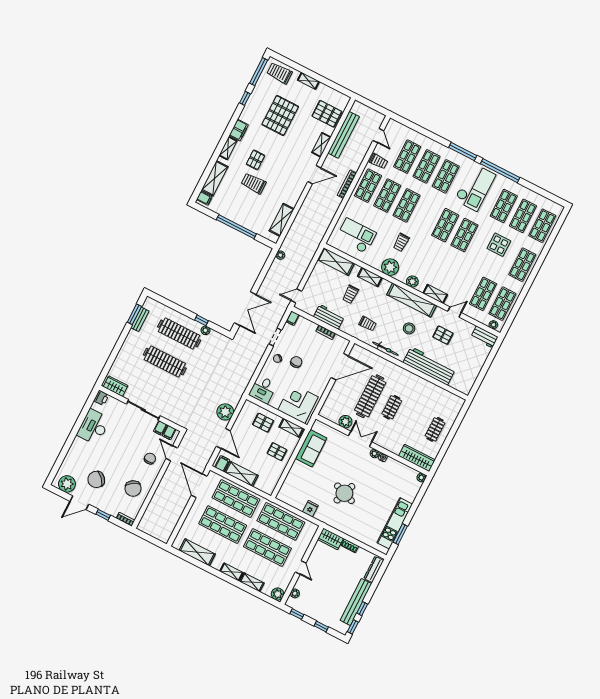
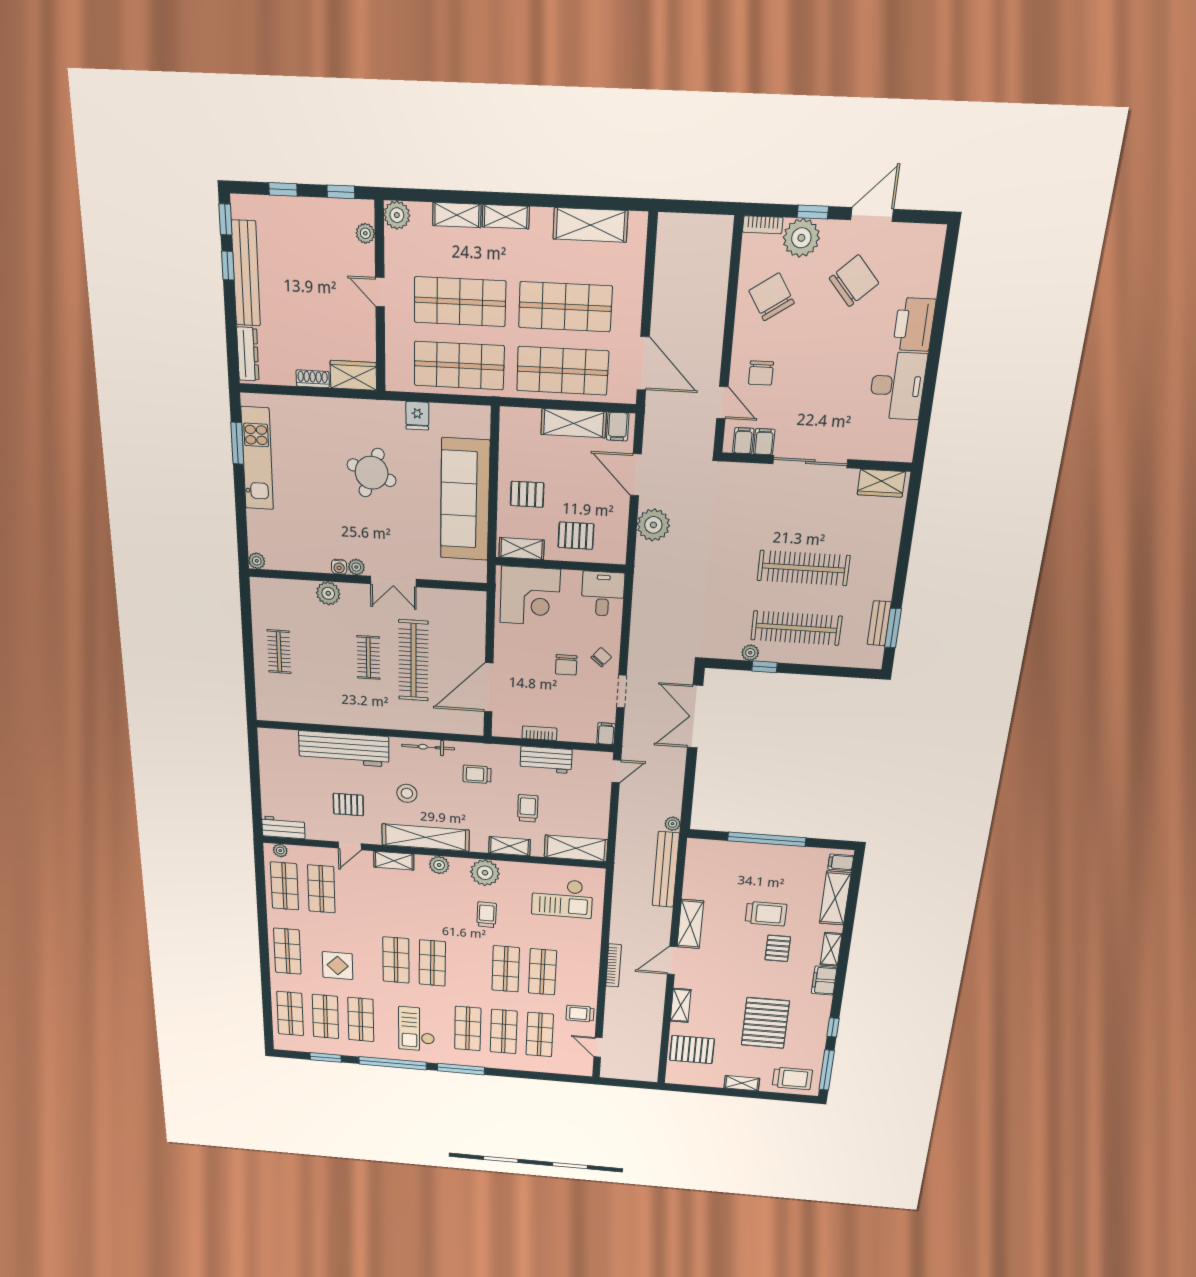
bench: (344, 135) -> (666, 870), moved
shop shelf: (368, 186) -> (579, 975), removed
checkout: (475, 187) -> (417, 1029), width x0.73, depth x0.83
window: (537, 190) -> (326, 1057), added
shelving: (282, 220) -> (690, 924), moved
printer: (101, 398) -> (914, 324), moved, width x1.87, depth x1.48
plant: (345, 422) -> (328, 593), moved
sofa: (311, 448) -> (465, 500), width x1.85, depth x1.27
wardrobe: (417, 458) -> (282, 591), removed
plant: (67, 484) -> (801, 238), moved

